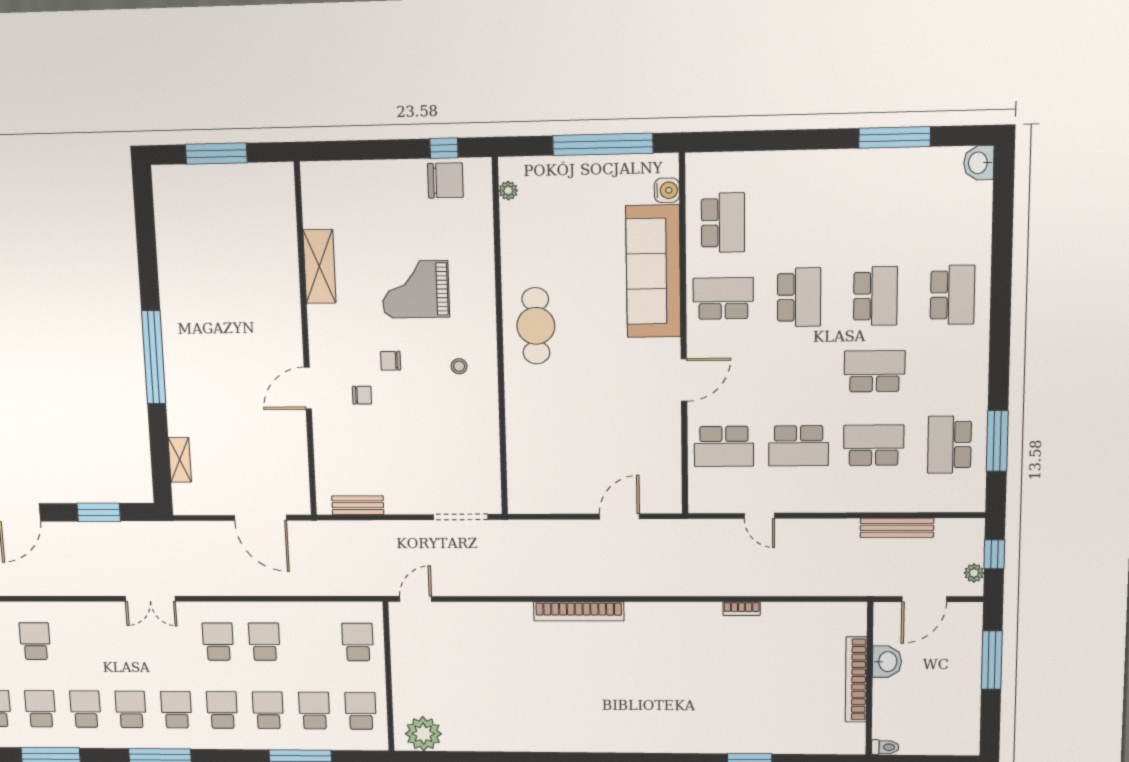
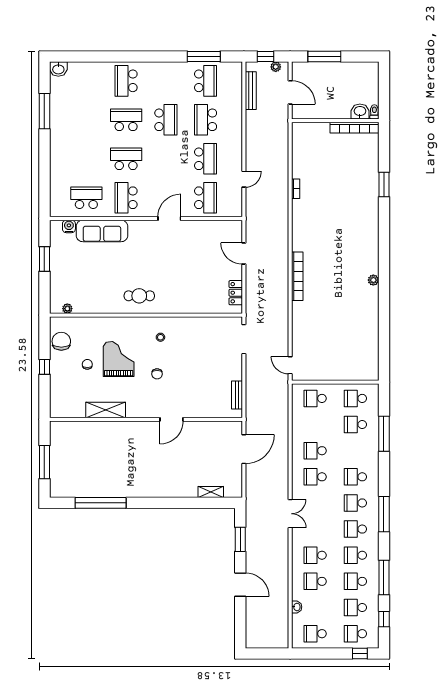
window: (603, 144) -> (44, 259), width x0.47
window: (444, 148) -> (44, 367), moved
sofa: (653, 271) -> (102, 231), width x0.74, depth x0.79
grand piano: (415, 289) -> (119, 359), turned 180
school desk: (952, 295) -> (126, 81), turned -90
cafe table: (536, 326) -> (139, 296), width x0.73, depth x0.74
window: (154, 357) -> (101, 503), moved
school desk: (875, 371) -> (166, 120), turned 180
door: (684, 380) -> (169, 218), hinge flipped
door: (308, 388) -> (171, 419), hinge flipped
chair: (362, 395) -> (87, 364), moved
school desk: (949, 445) -> (206, 81), turned -90
locker: (546, 502) -> (236, 293), added
bench: (897, 528) -> (251, 91), moved
washbasin: (887, 662) -> (360, 111), moved
bookcase: (856, 679) -> (354, 128), moved
school desk: (268, 710) -> (315, 555), moved
plant: (423, 734) -> (373, 280), moved, width x0.53, depth x0.53

